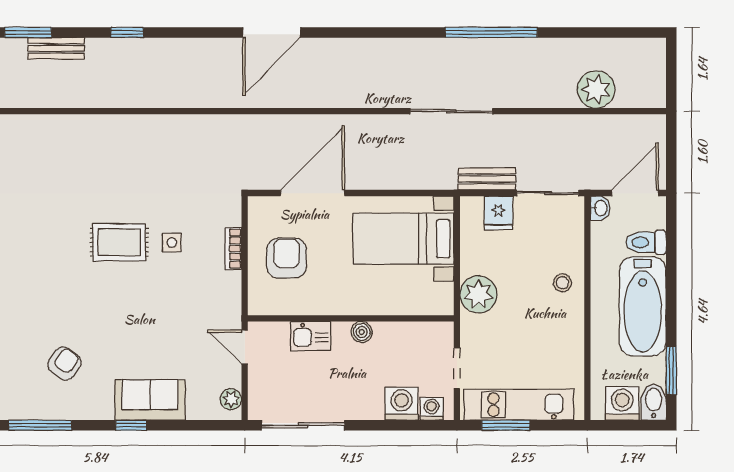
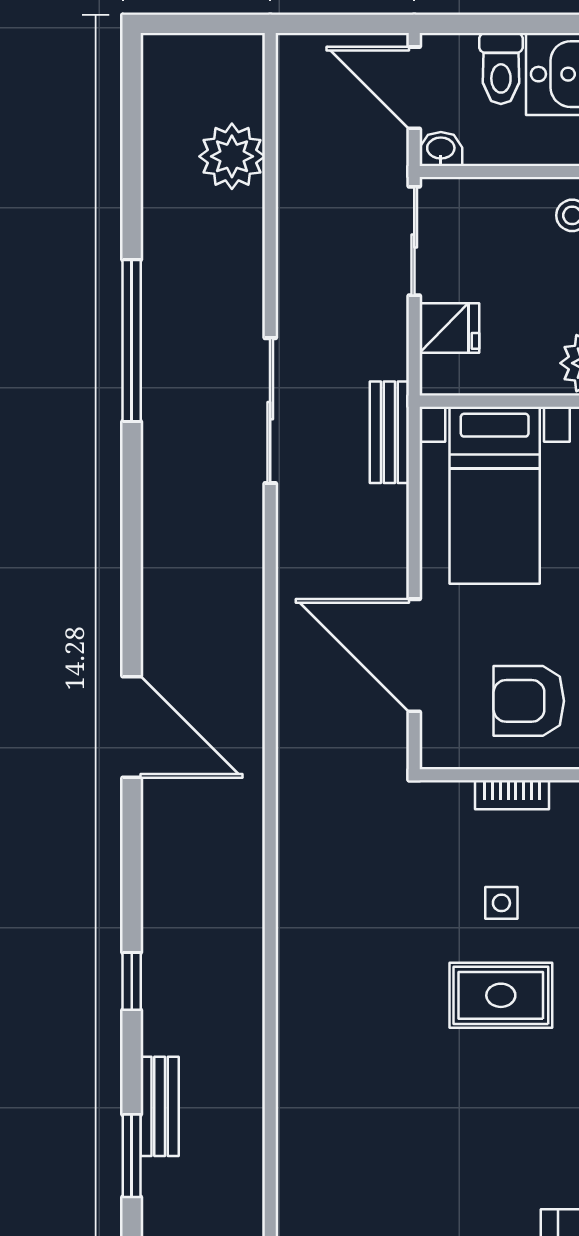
bench: (487, 179) -> (389, 432), moved
rug: (119, 242) -> (501, 995), turned 90

